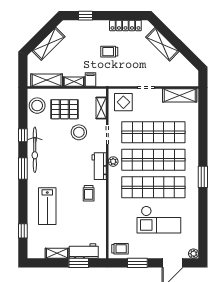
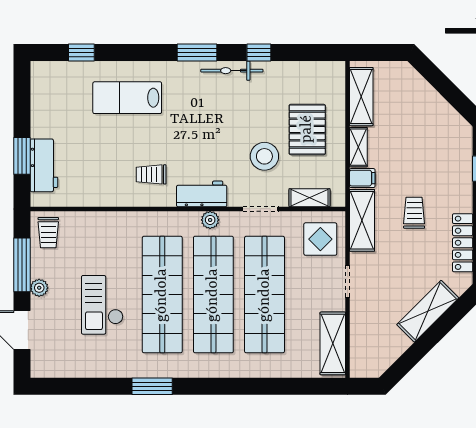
shelving: (48, 44) -> (362, 220), moved, turned 45
stool: (37, 106) -> (314, 79), removed
bicycle: (35, 150) -> (232, 71), width x0.73, depth x0.71
window: (203, 177) -> (152, 386), moved
checkout: (159, 220) -> (102, 305), width x0.73, depth x0.83
shelving: (57, 253) -> (40, 116), removed
plant: (193, 254) -> (39, 288), moved
window: (137, 263) -> (22, 265), width x1.44

